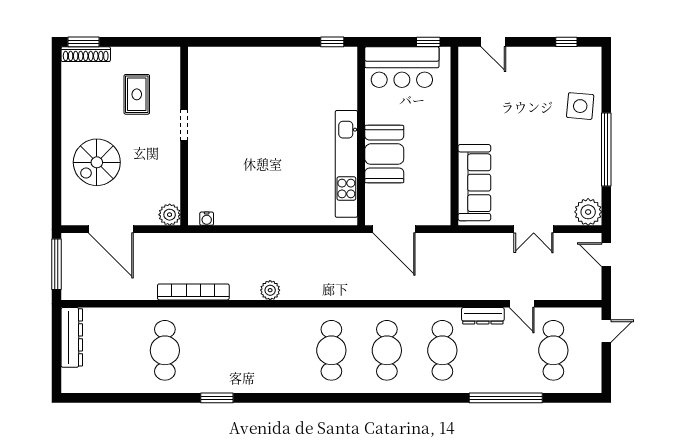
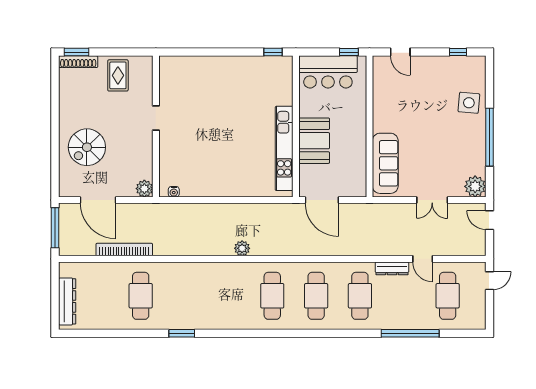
rug: (137, 94) -> (118, 75), moved
plant: (270, 290) -> (242, 248), moved
bookcase: (193, 292) -> (124, 250), moved
dresser: (72, 337) -> (67, 301), moved

